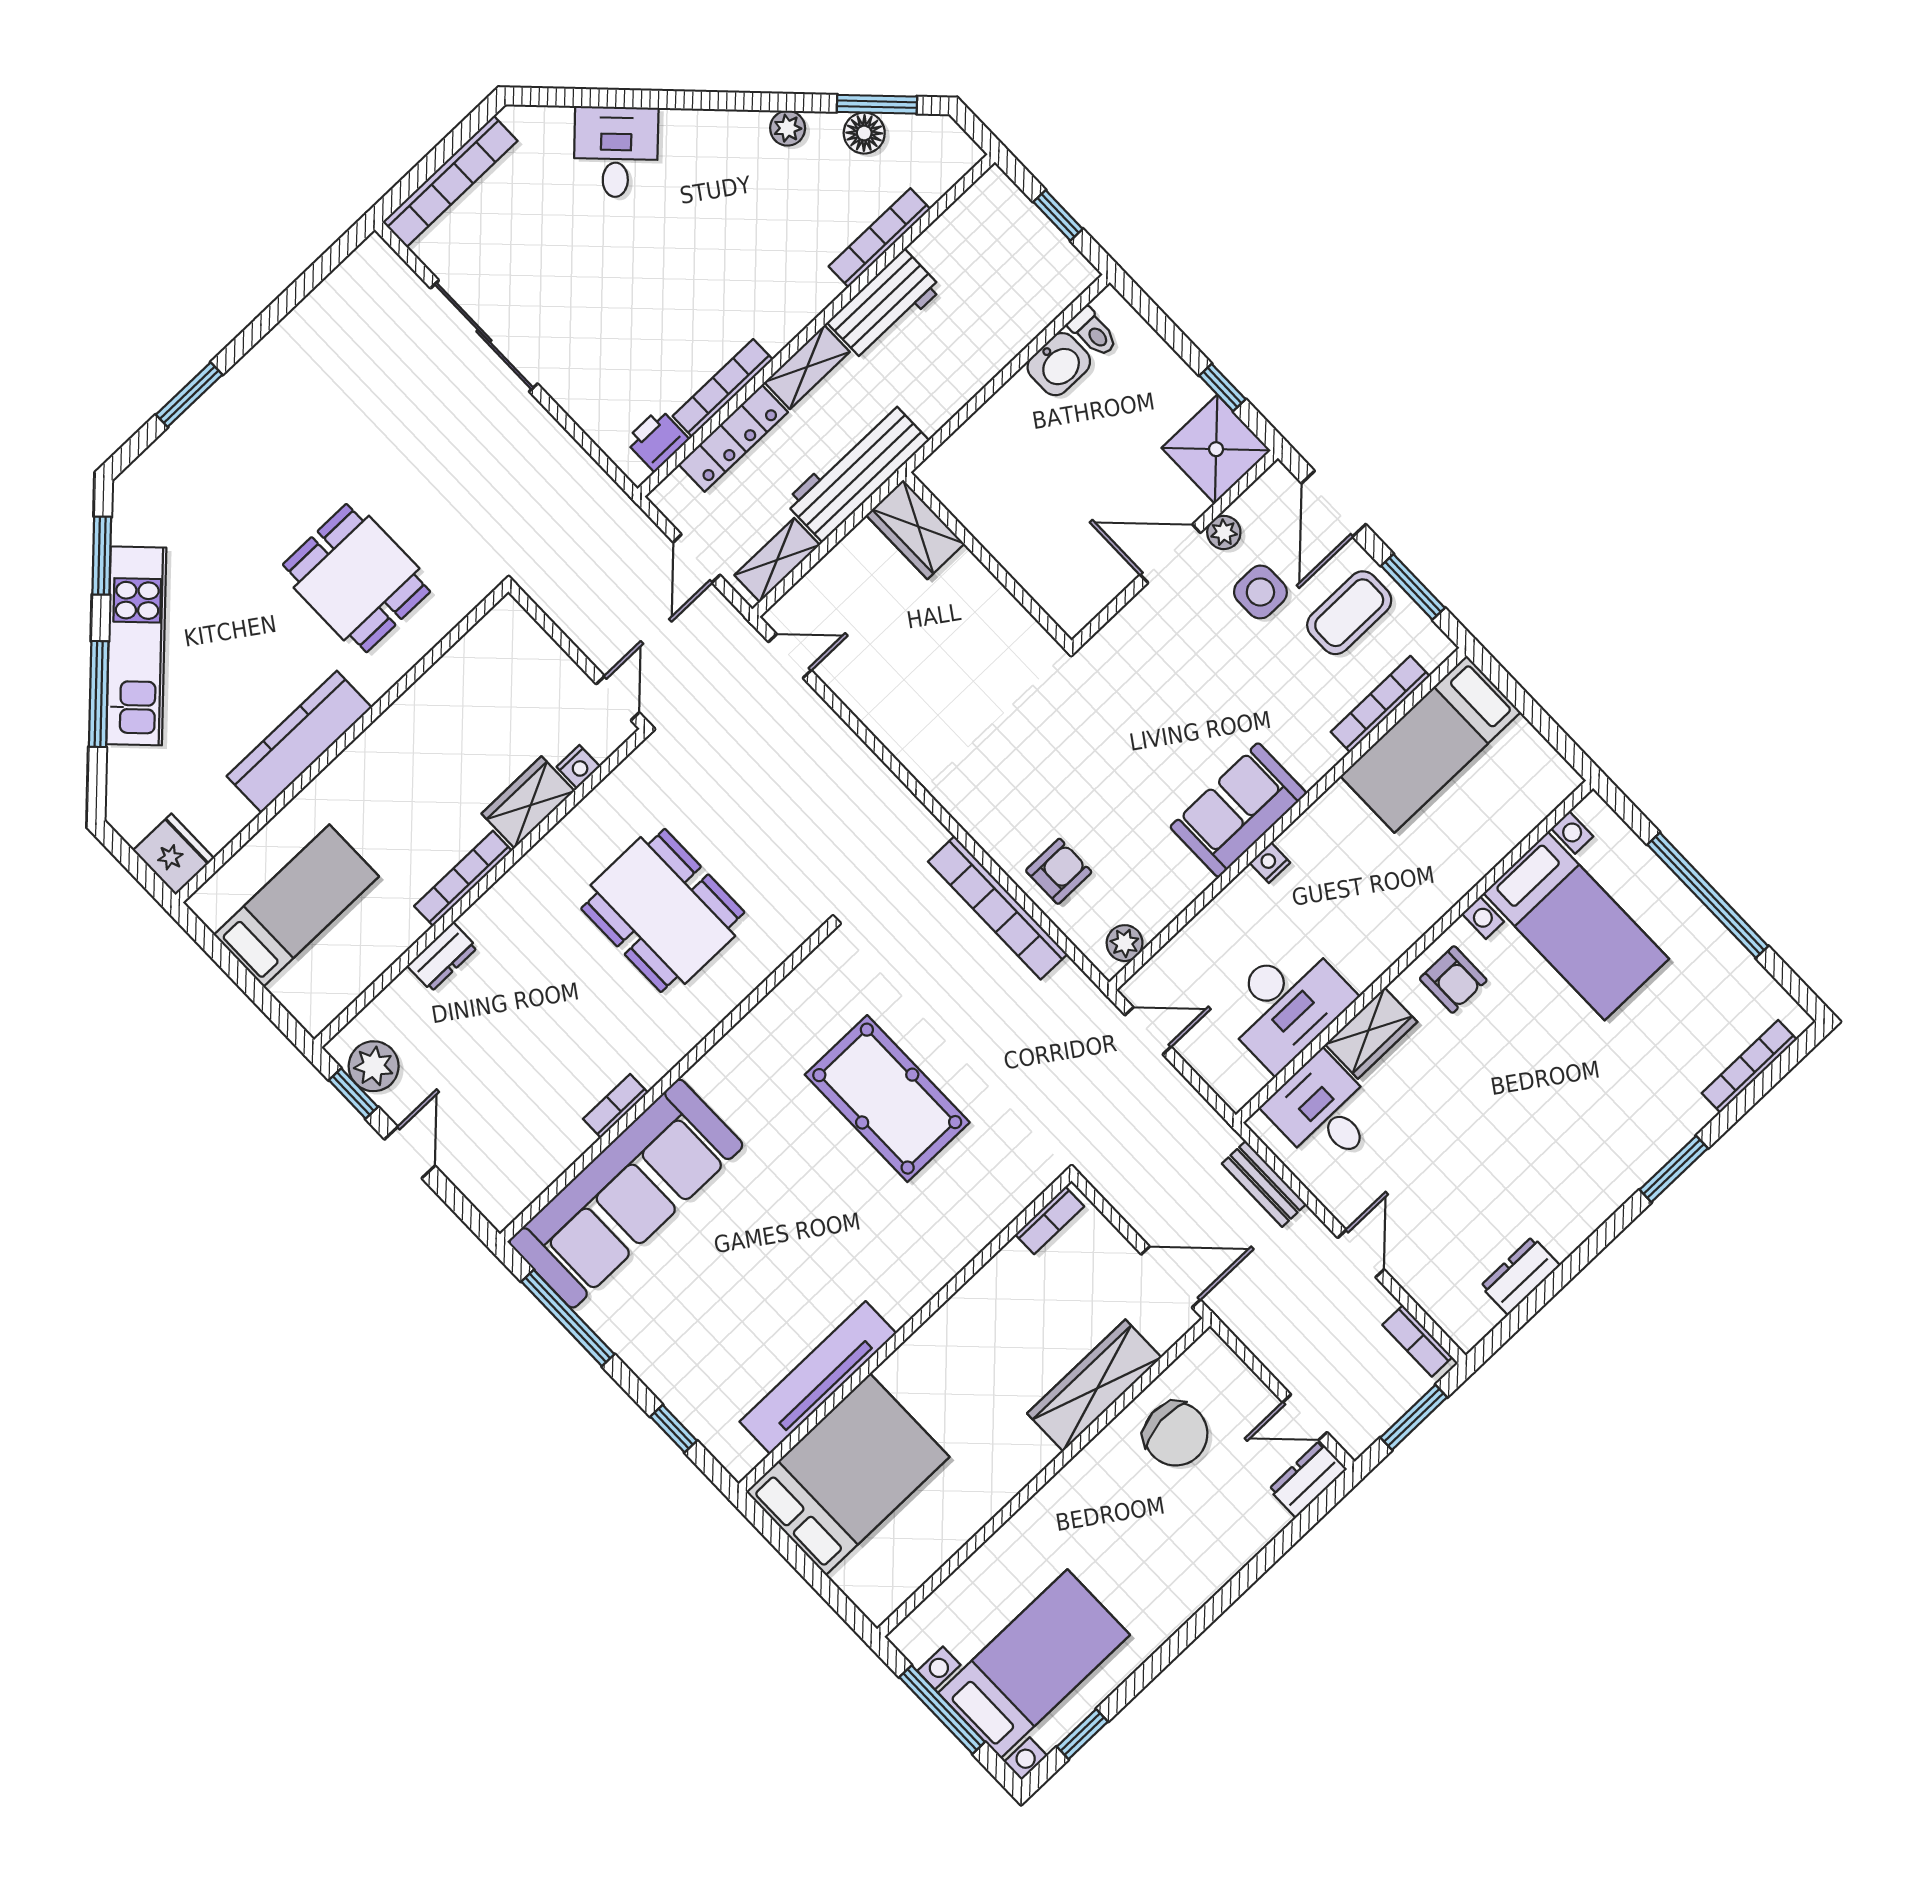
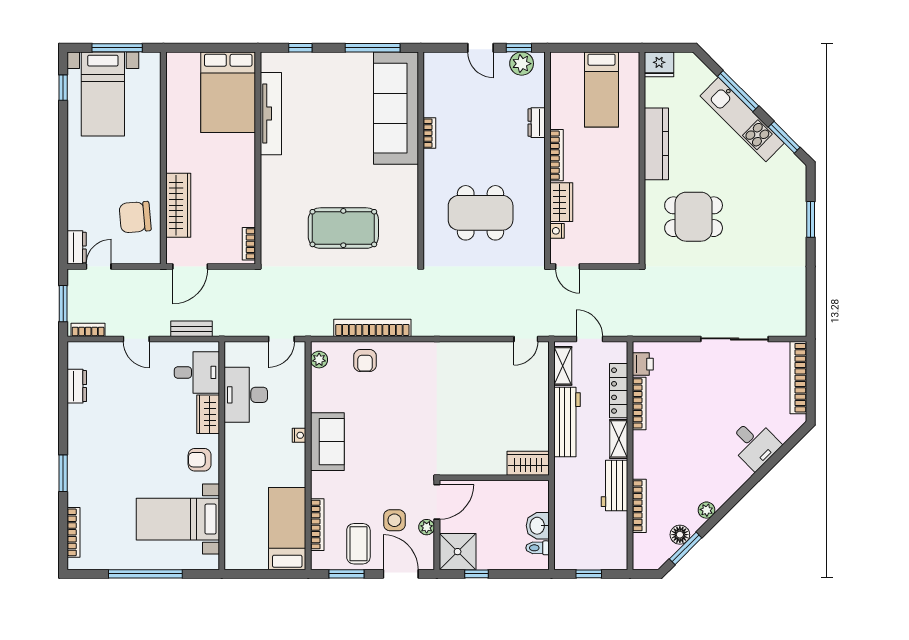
wardrobe: (915, 529) -> (528, 463), moved
wall: (987, 560) -> (494, 478), moved

